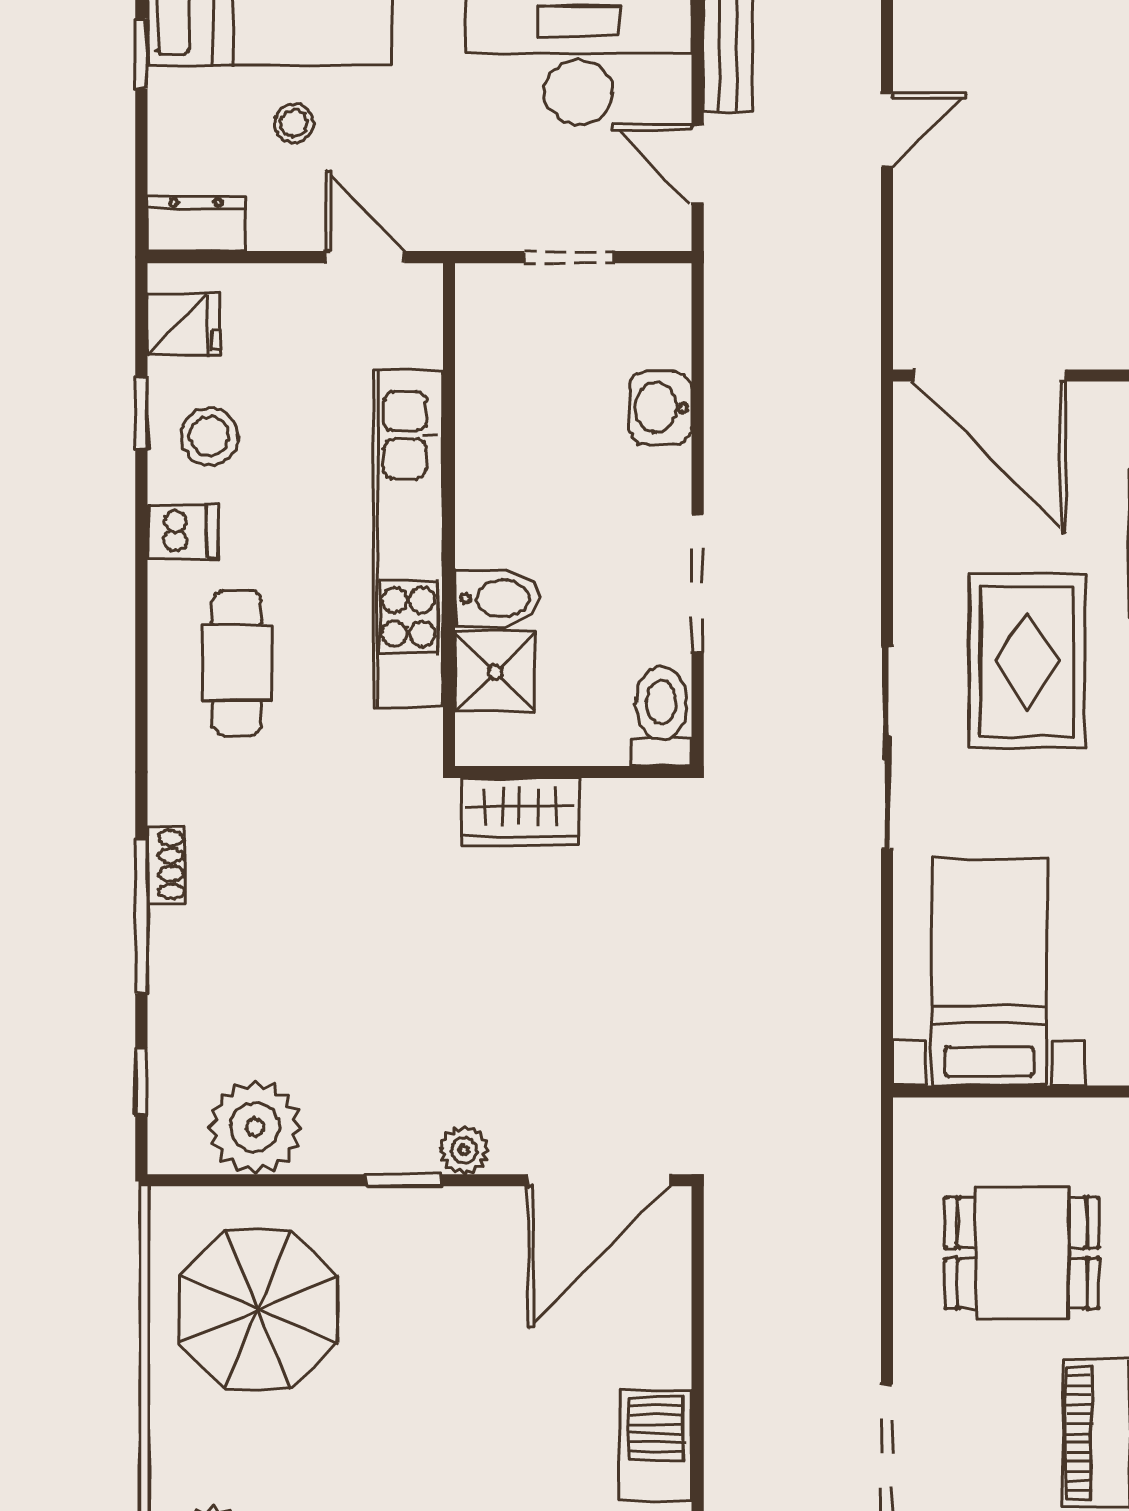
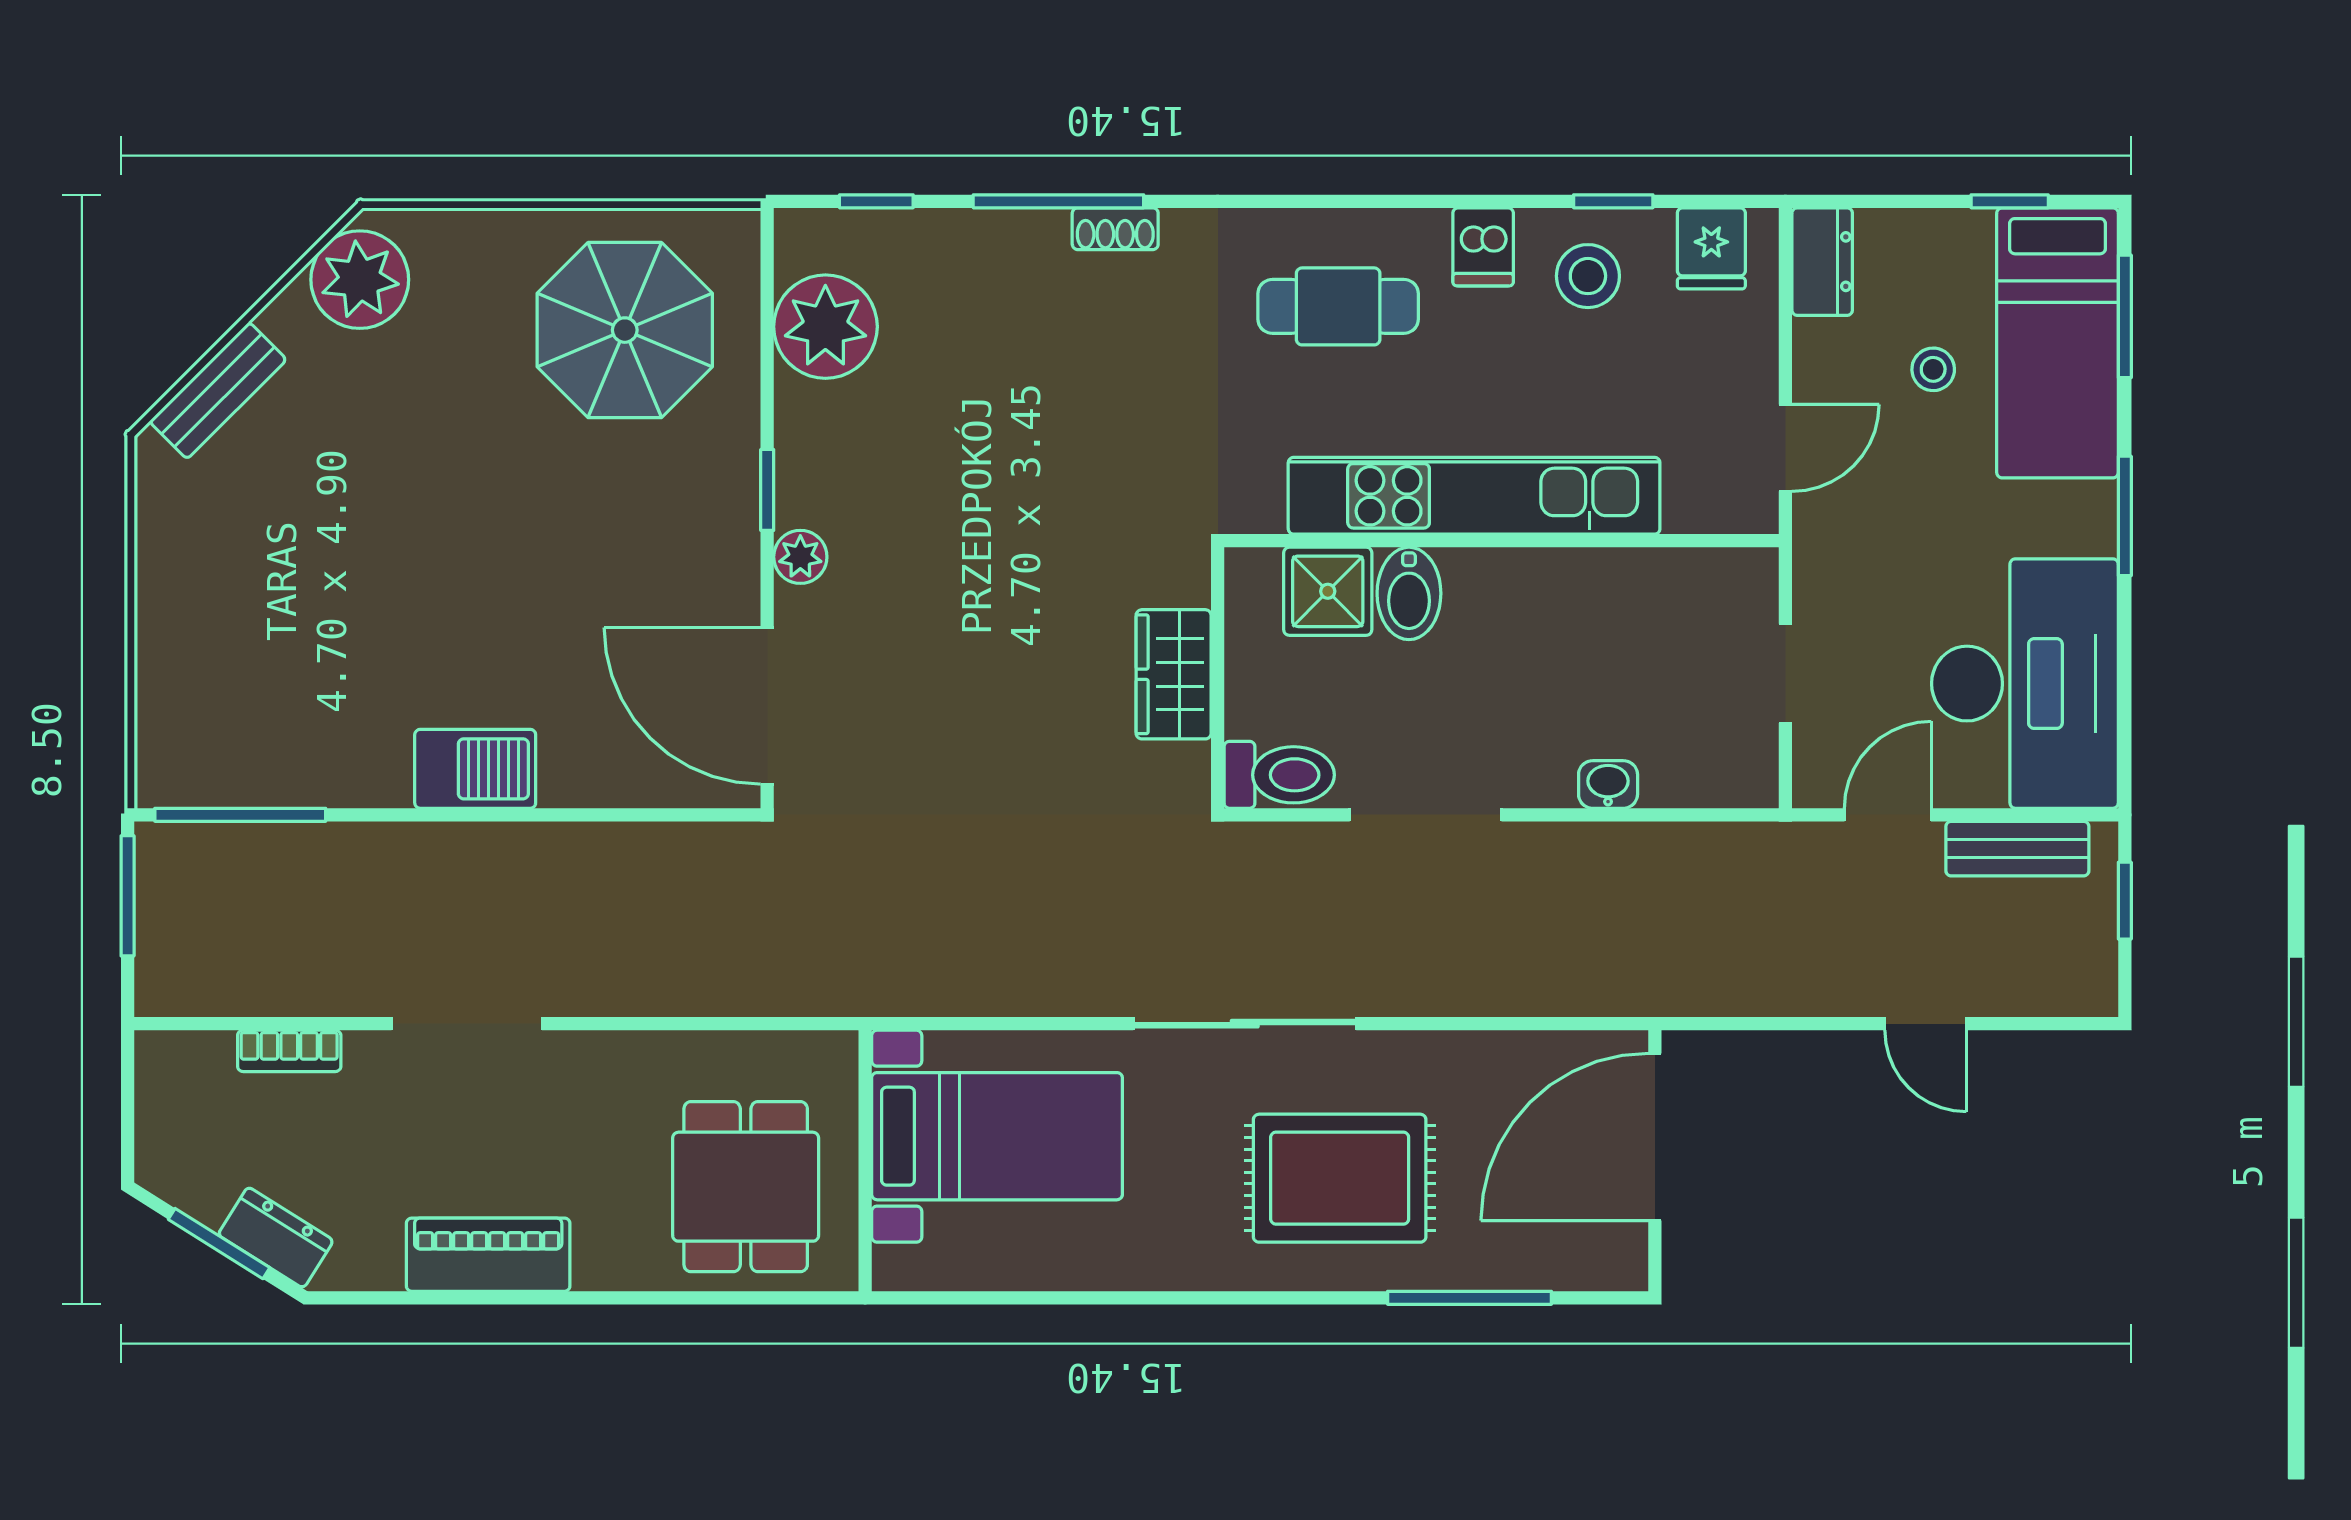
washbasin: (660, 408) -> (1608, 784), width x0.72, depth x0.69
wardrobe: (520, 812) -> (1174, 674), moved
dining table: (1022, 1253) -> (746, 1187), moved

